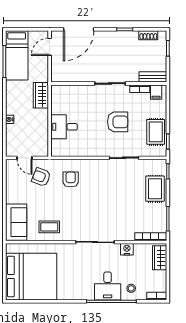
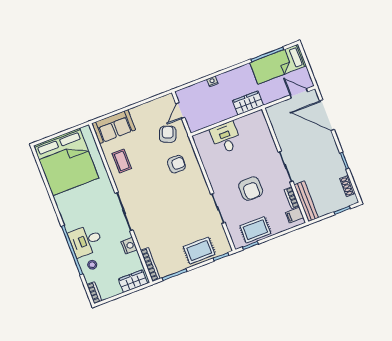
bench: (153, 77) -> (306, 201), width x1.36

